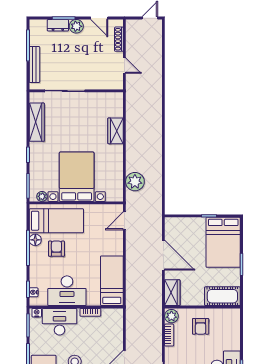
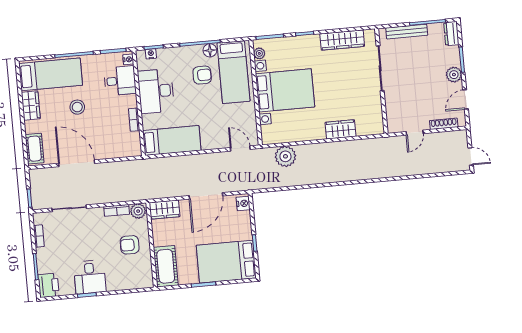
dresser: (58, 25) -> (451, 34), moved
nightstand: (173, 223) -> (243, 203), added
desk: (60, 322) -> (120, 81), width x0.73

